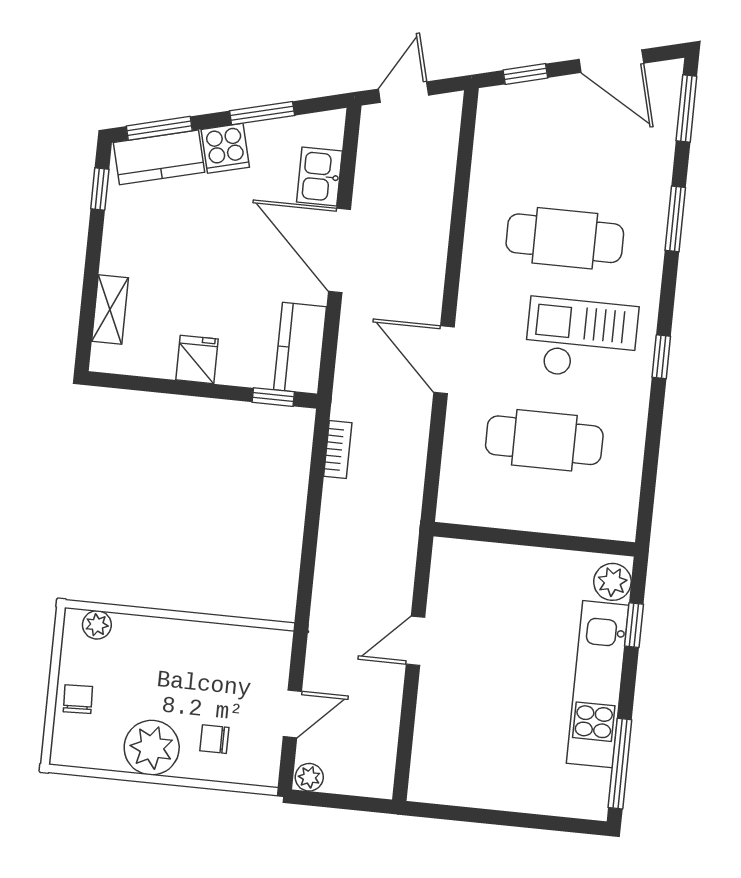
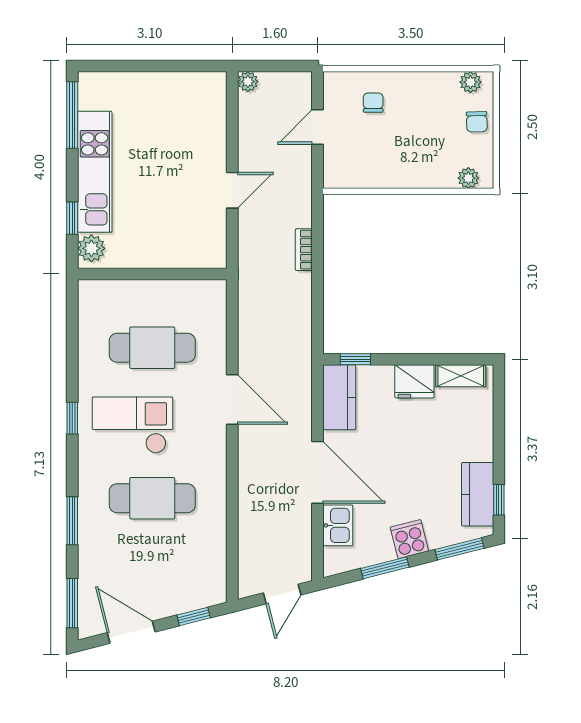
kitchen counter: (159, 157) -> (478, 494), moved, turned -76
shelving: (110, 309) -> (461, 376), moved, turned 90
checkout: (581, 339) -> (133, 425), turned 180
fridge: (197, 359) -> (414, 381), width x1.38
bookcase: (338, 450) -> (304, 250), moved
chair: (214, 739) -> (373, 103), turned -90
plant: (152, 748) -> (470, 82), moved, width x0.53, depth x0.53
plant: (309, 777) -> (248, 82), moved

